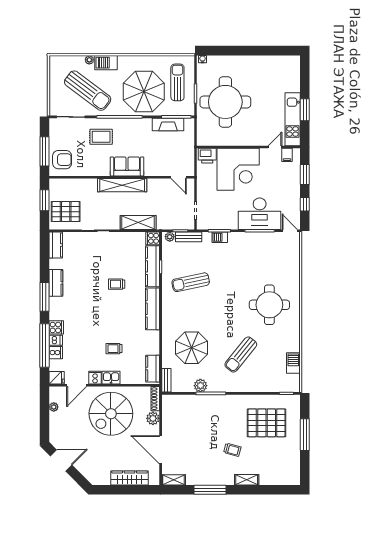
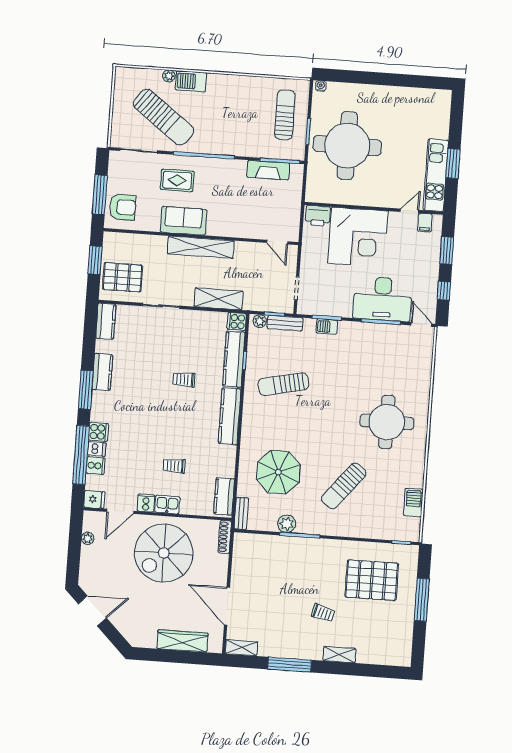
parasol: (144, 92) -> (239, 124), removed
sofa: (127, 166) -> (183, 221), moved
plant: (153, 418) -> (220, 563), removed

